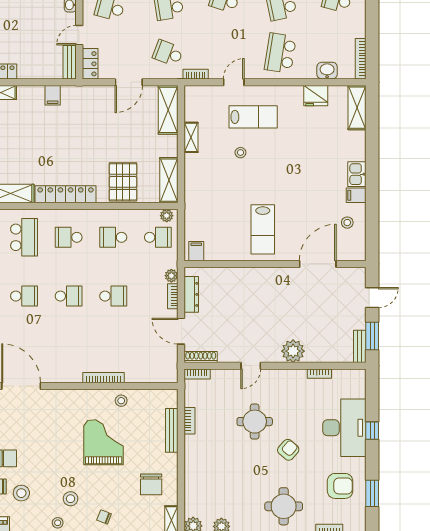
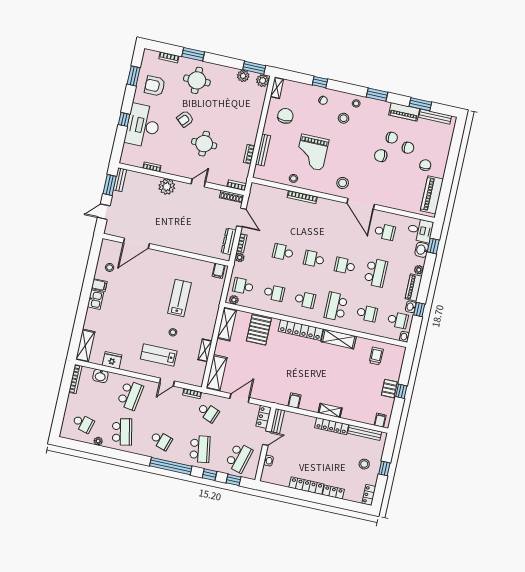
lab bench: (263, 229) -> (179, 298), moved
stool: (21, 493) -> (343, 183), moved

